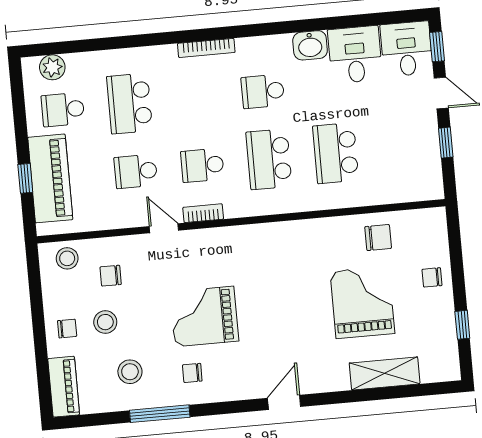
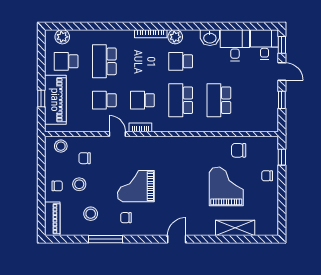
plant: (249, 49) -> (175, 37), added
chair: (378, 238) -> (239, 150), turned 180
window: (462, 325) -> (282, 157), moved

